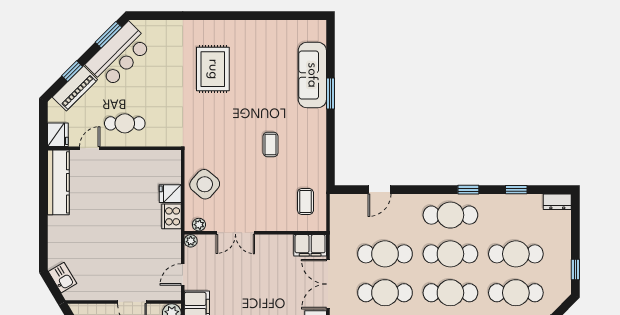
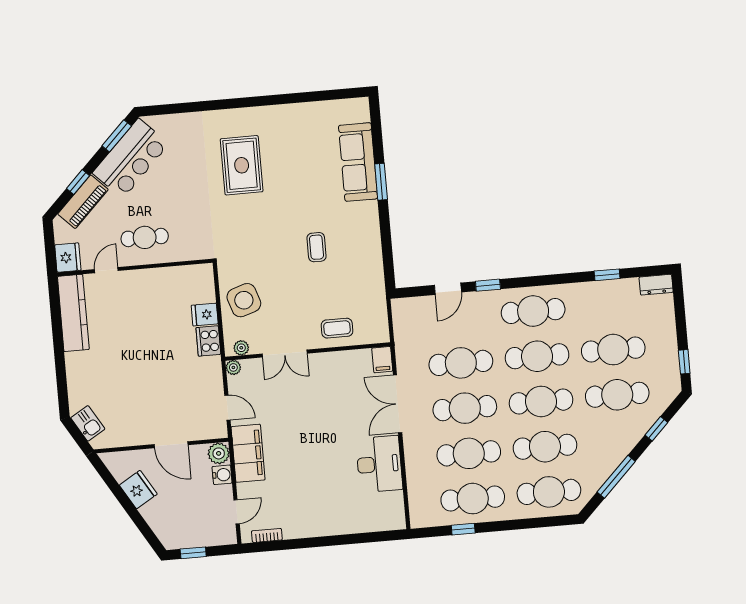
side table: (205, 184) -> (244, 300), turned 31
window: (468, 190) -> (488, 285), moved
coffee table: (305, 201) -> (337, 328), moved, turned 90
filing cabinet: (310, 245) -> (382, 360), width x0.50
door: (183, 275) -> (227, 408), swing flipped

